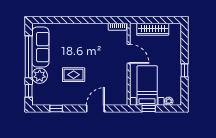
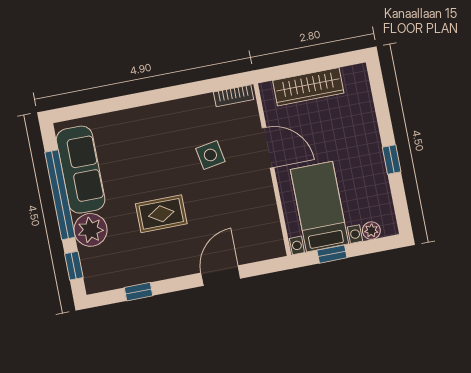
side table: (101, 52) -> (210, 155), added

